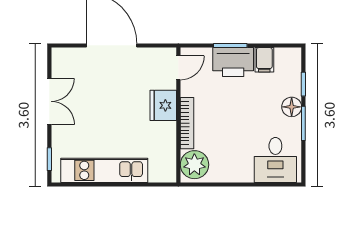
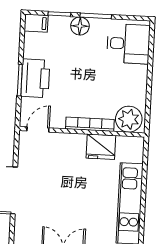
filing cabinet: (264, 60) -> (36, 23), moved
door: (178, 68) -> (38, 129), hinge flipped
fridge: (163, 105) -> (101, 147), moved

